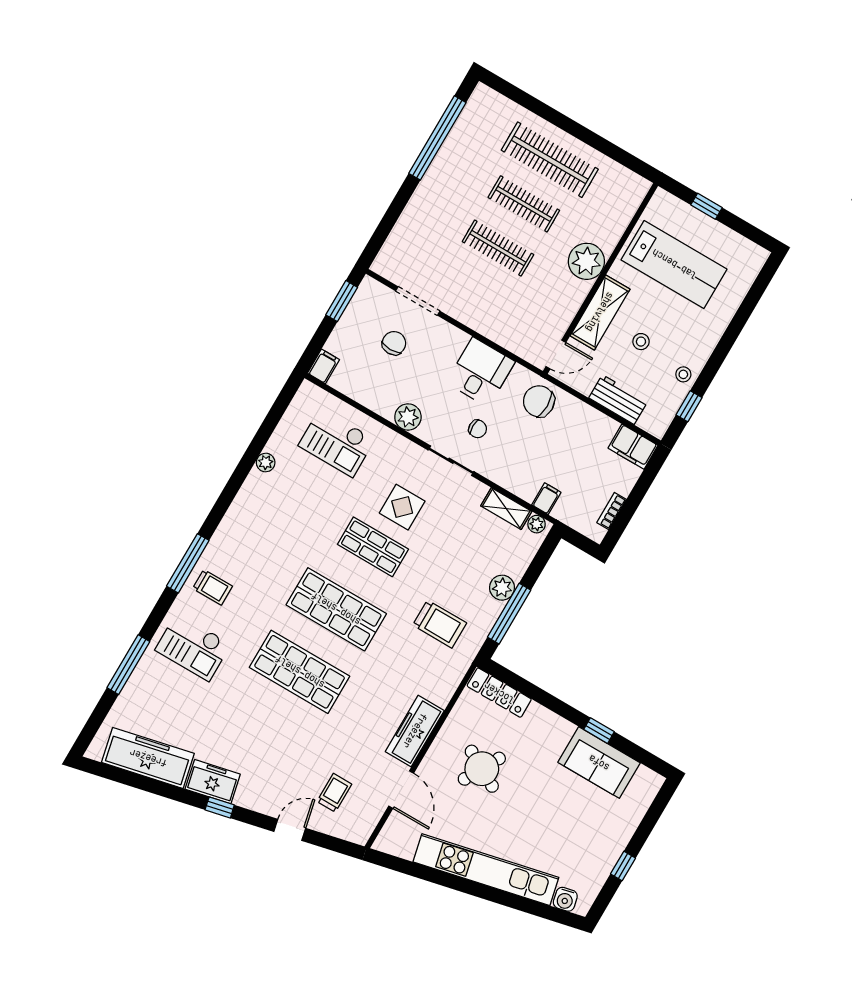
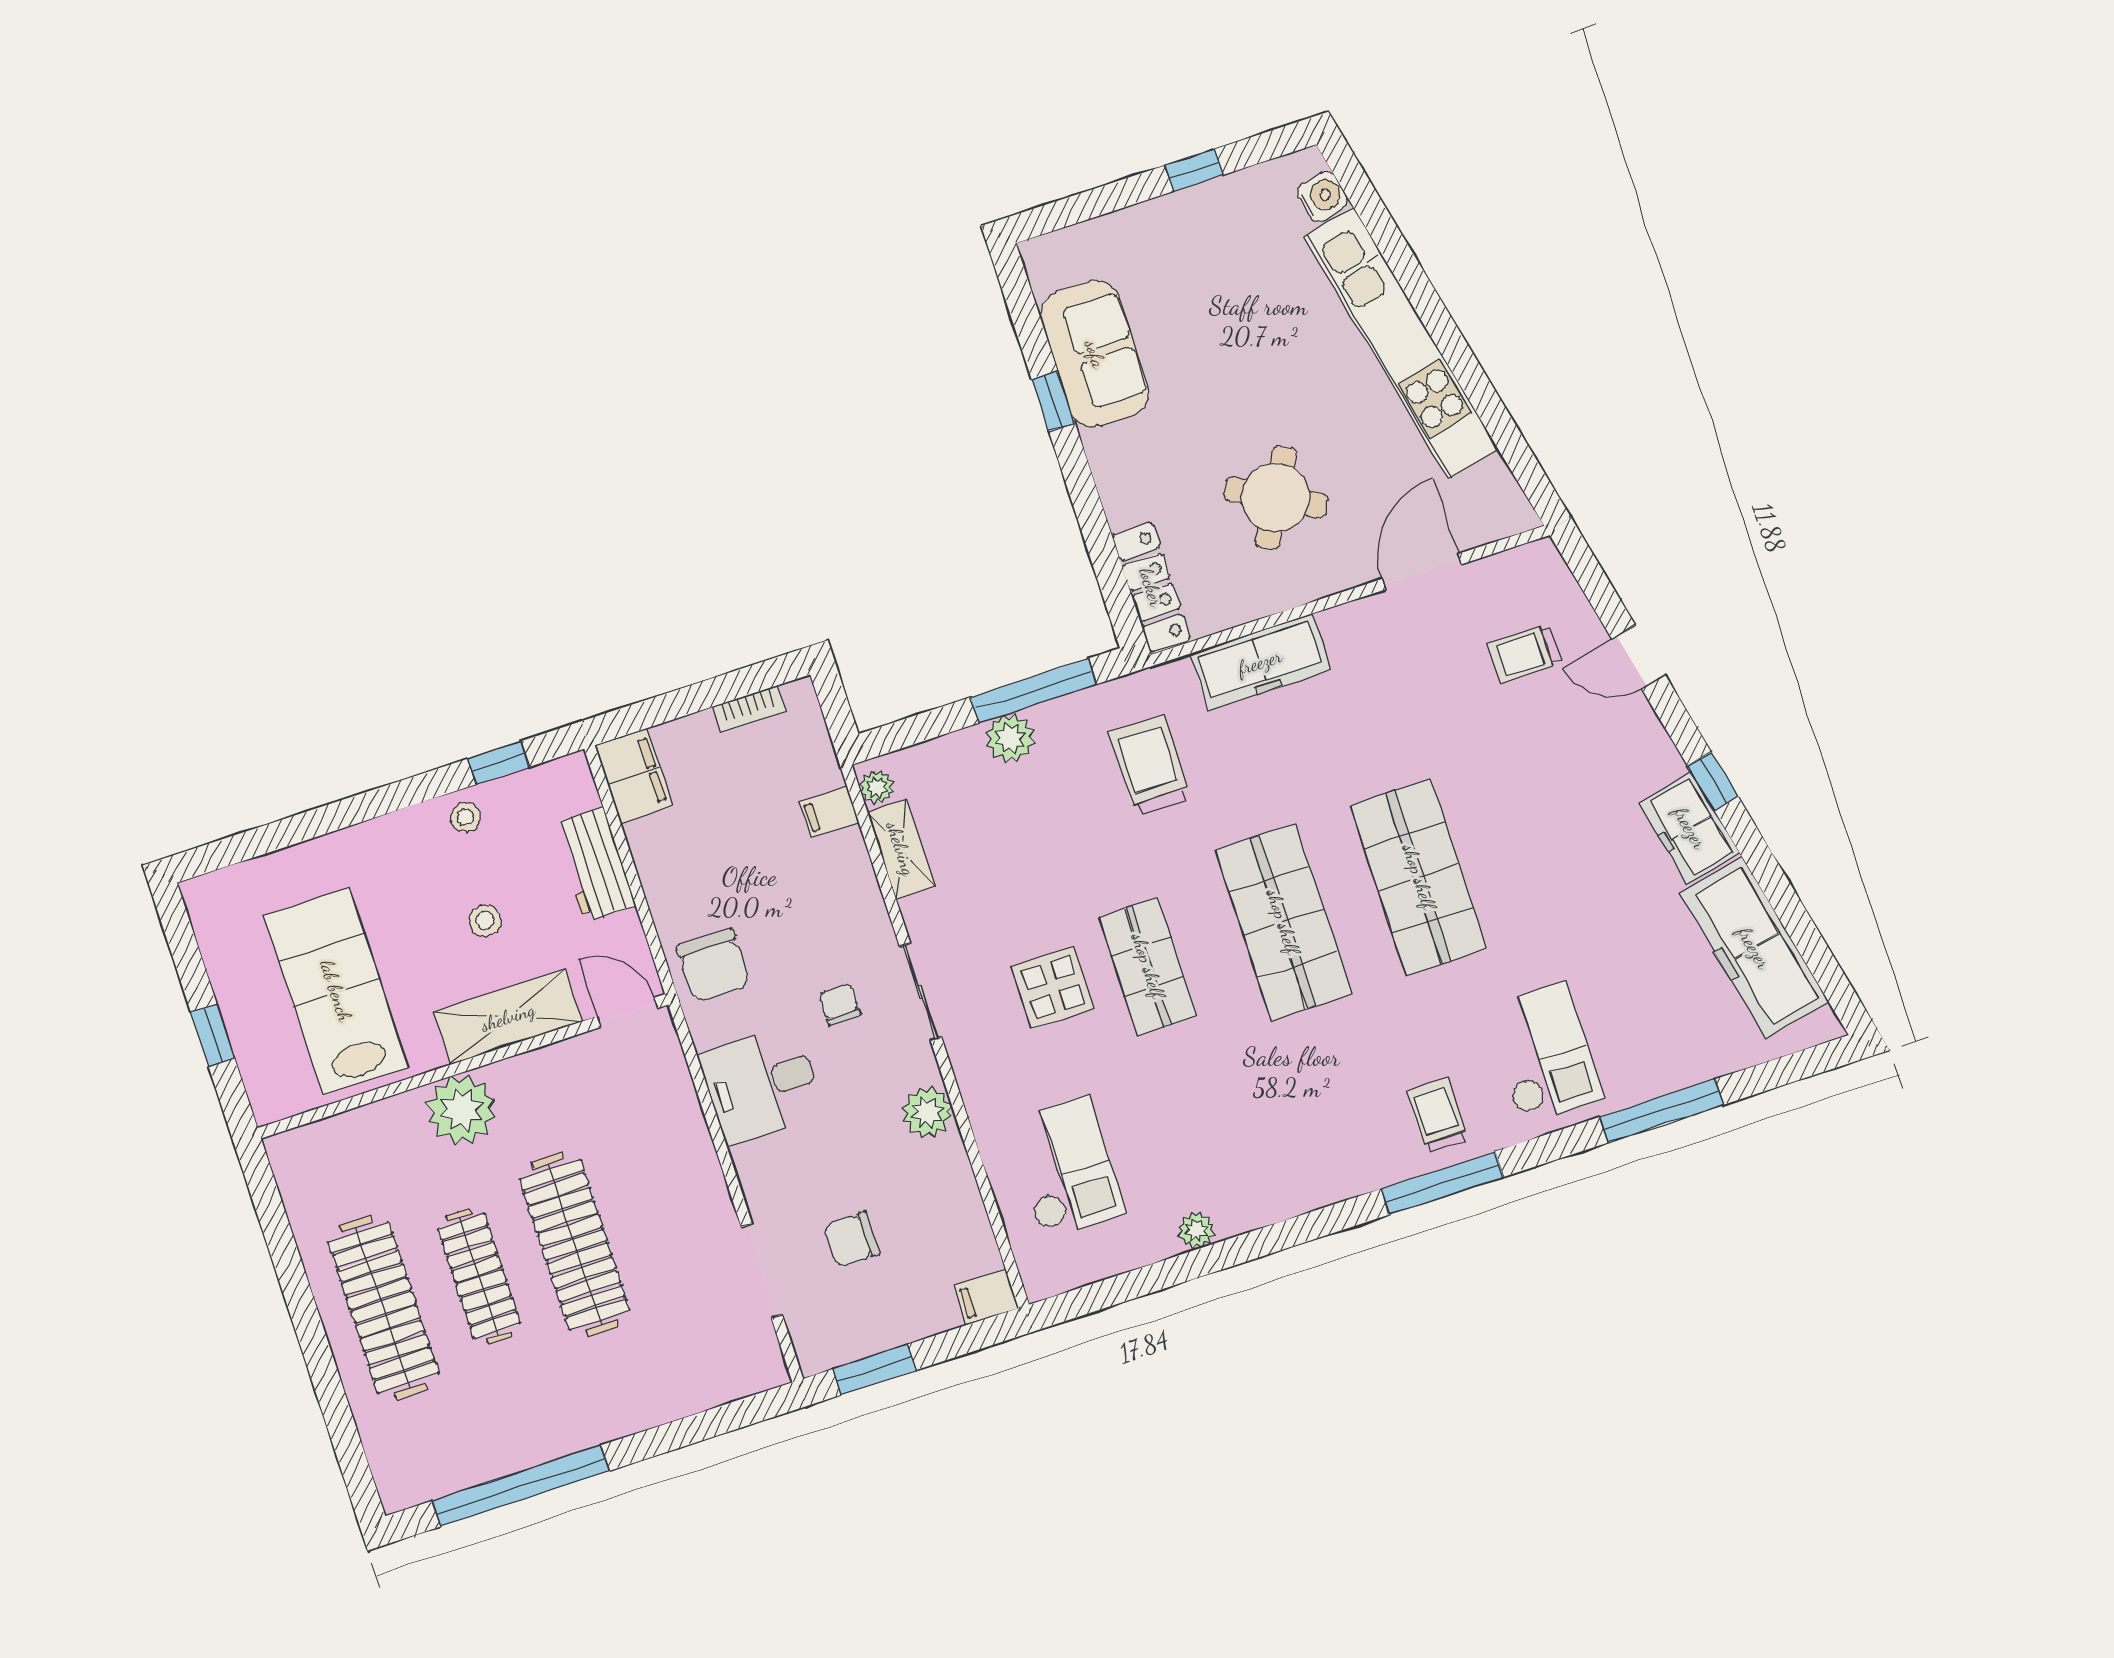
clothes rail: (498, 248) -> (575, 1245), width x1.37, depth x1.31
freezer: (415, 731) -> (1260, 662), moved

